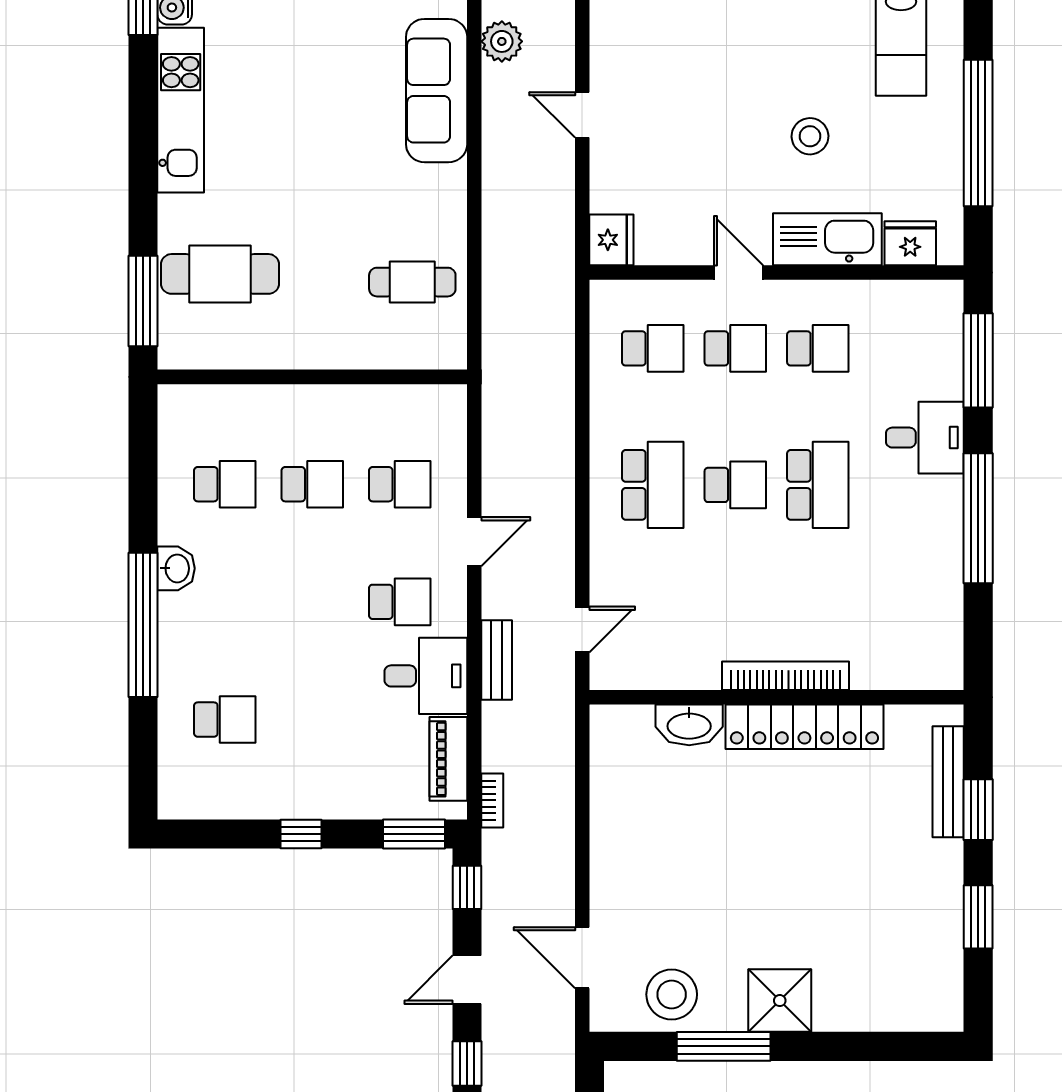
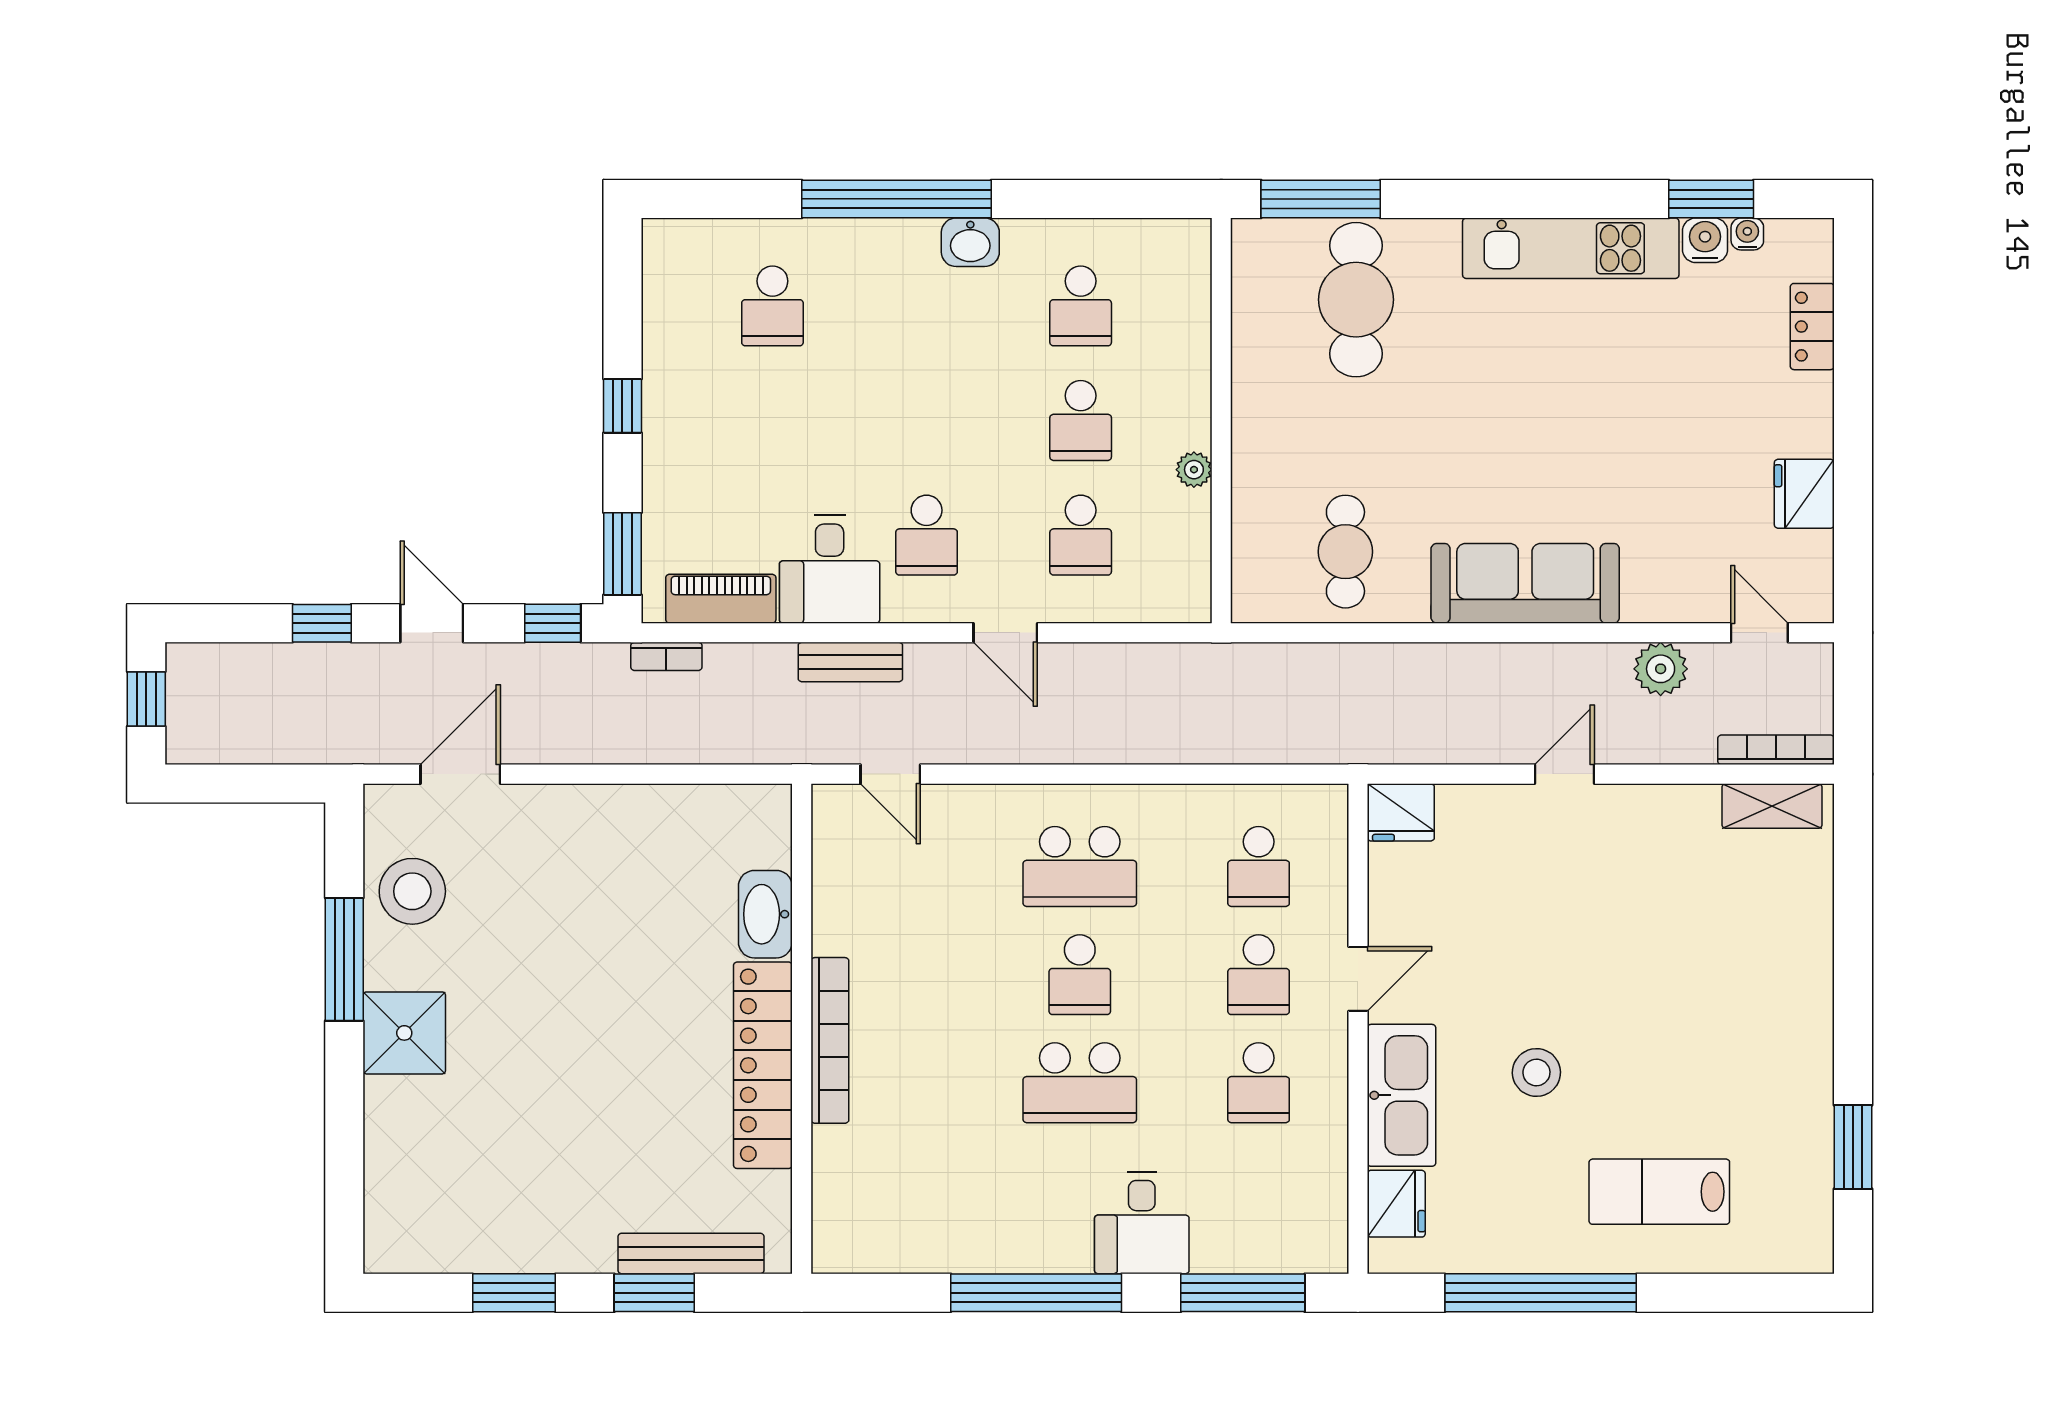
sofa: (437, 91) -> (1525, 583), moved
plant: (350, 398) -> (1194, 470), added

